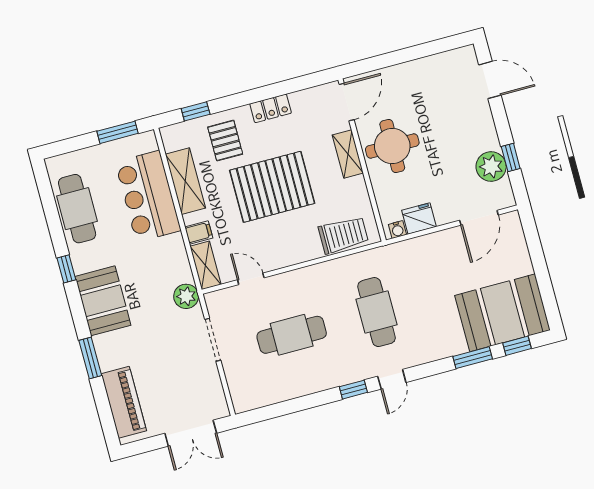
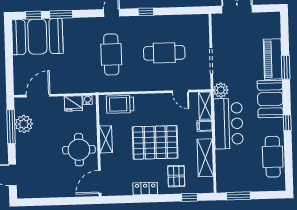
shelving: (348, 154) -> (106, 139), moved
window: (511, 157) -> (11, 127), width x2.17
bar counter: (148, 196) -> (228, 124), moved
window: (353, 390) -> (146, 12), moved
piano: (124, 402) -> (273, 59), moved

